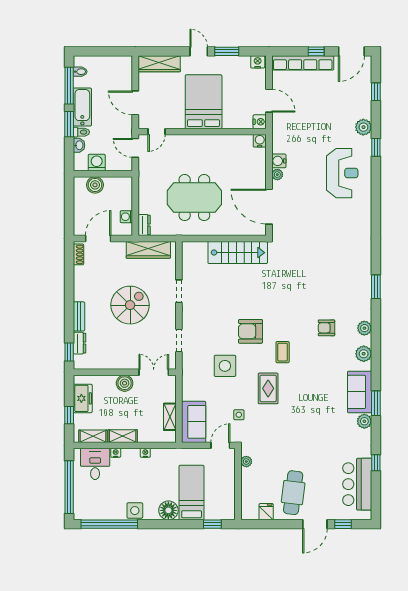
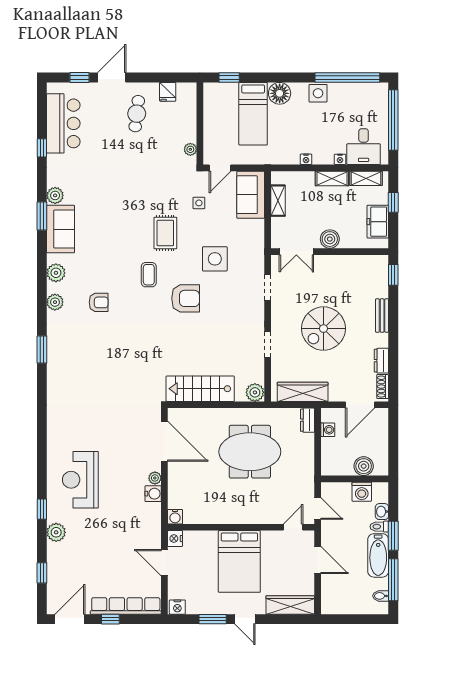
plant: (190, 249) -> (255, 392), added
dresser: (79, 343) -> (381, 361), moved
cafe table: (293, 493) -> (137, 114), width x0.73, depth x0.74

